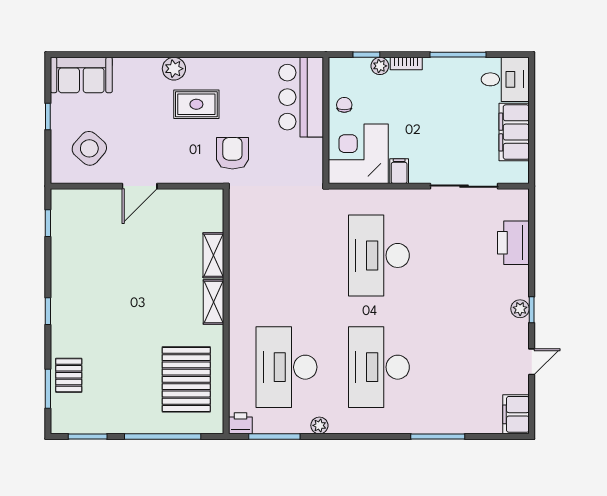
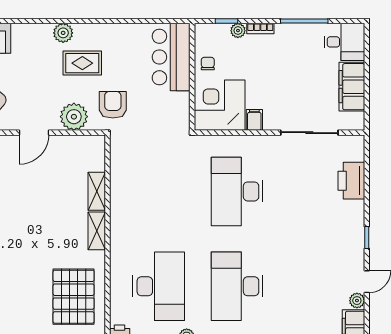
plant: (187, 167) -> (74, 117), added
plant: (520, 309) -> (357, 301), moved
desk: (286, 367) -> (159, 286), turned 180

